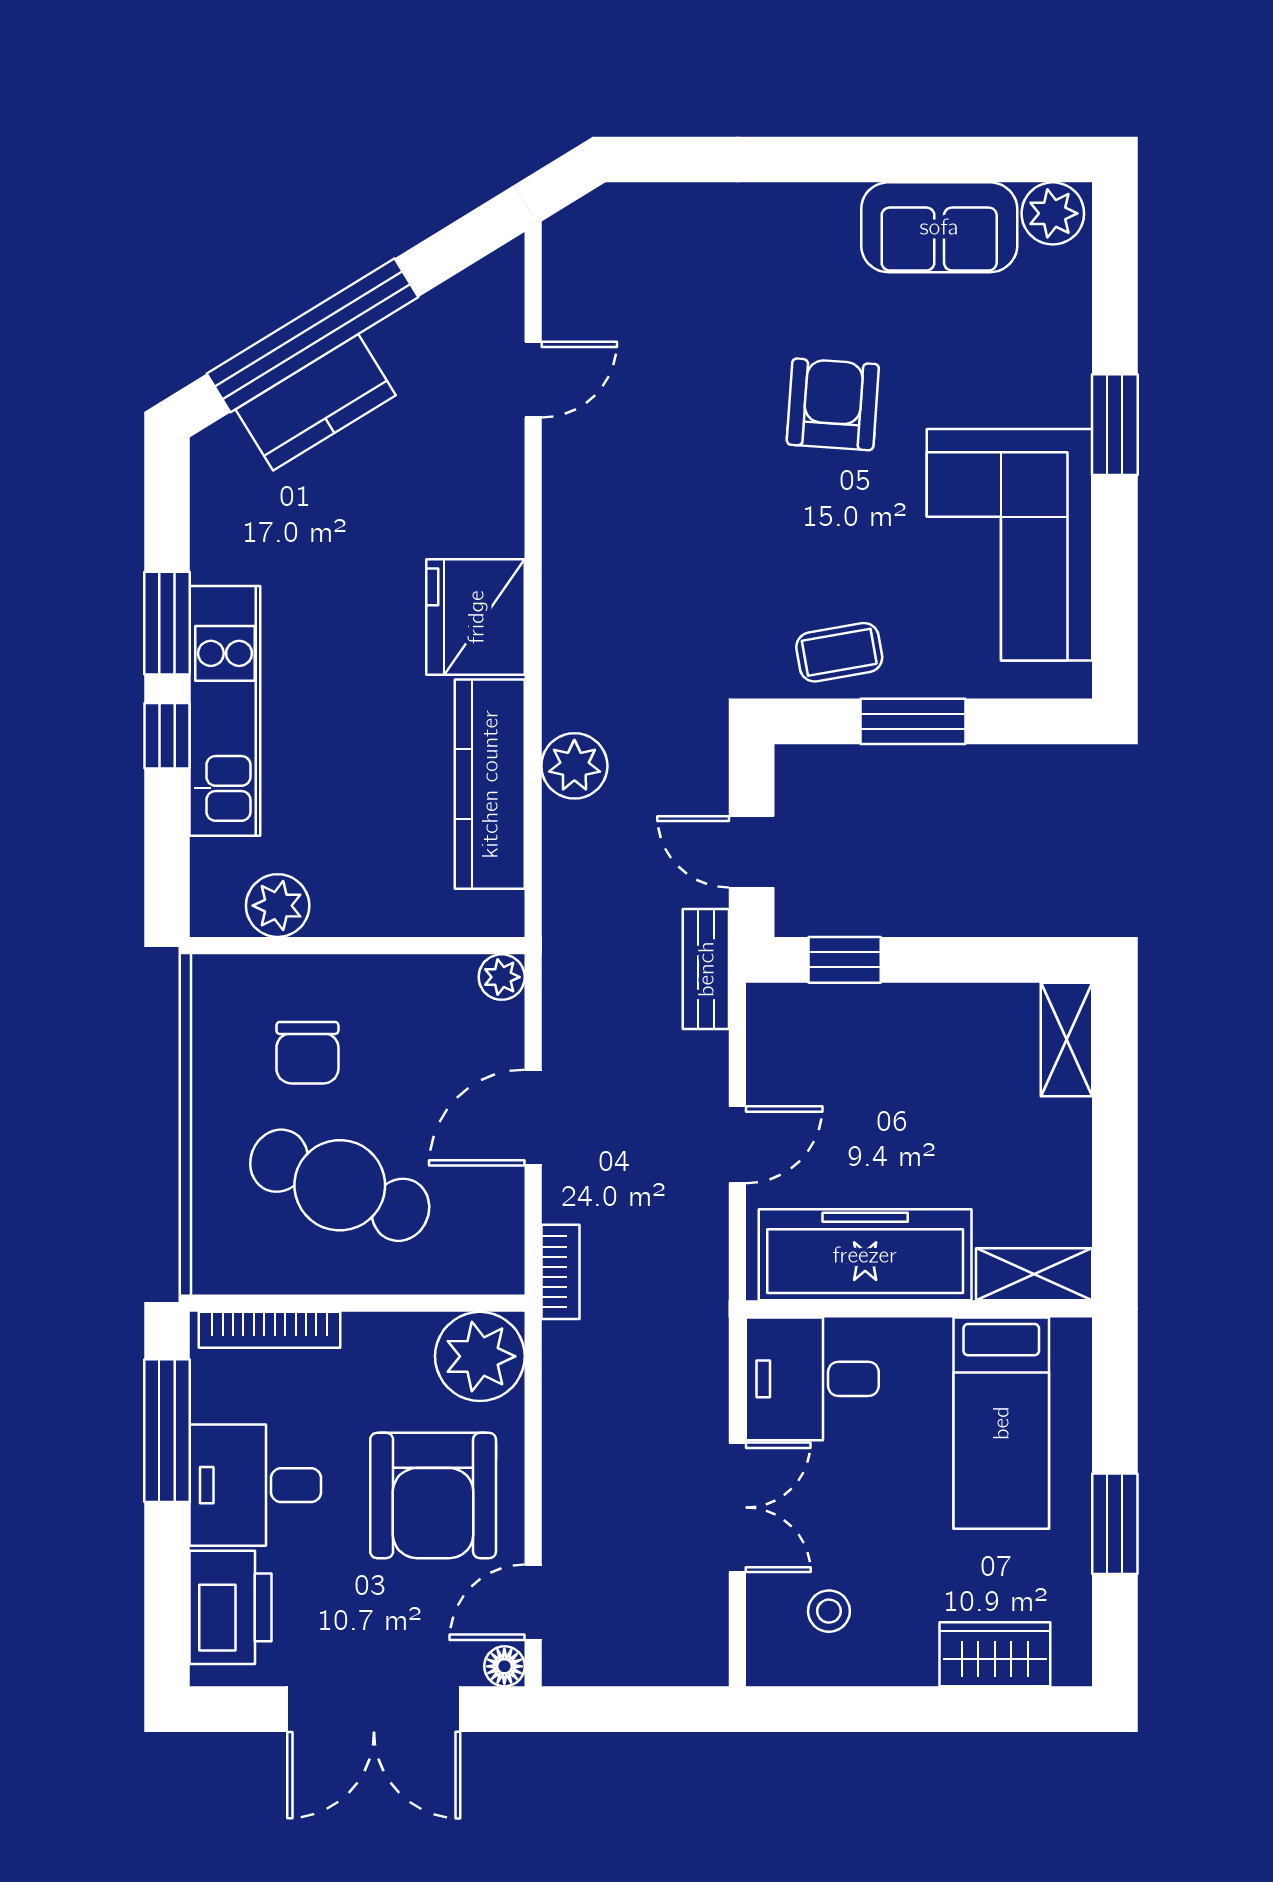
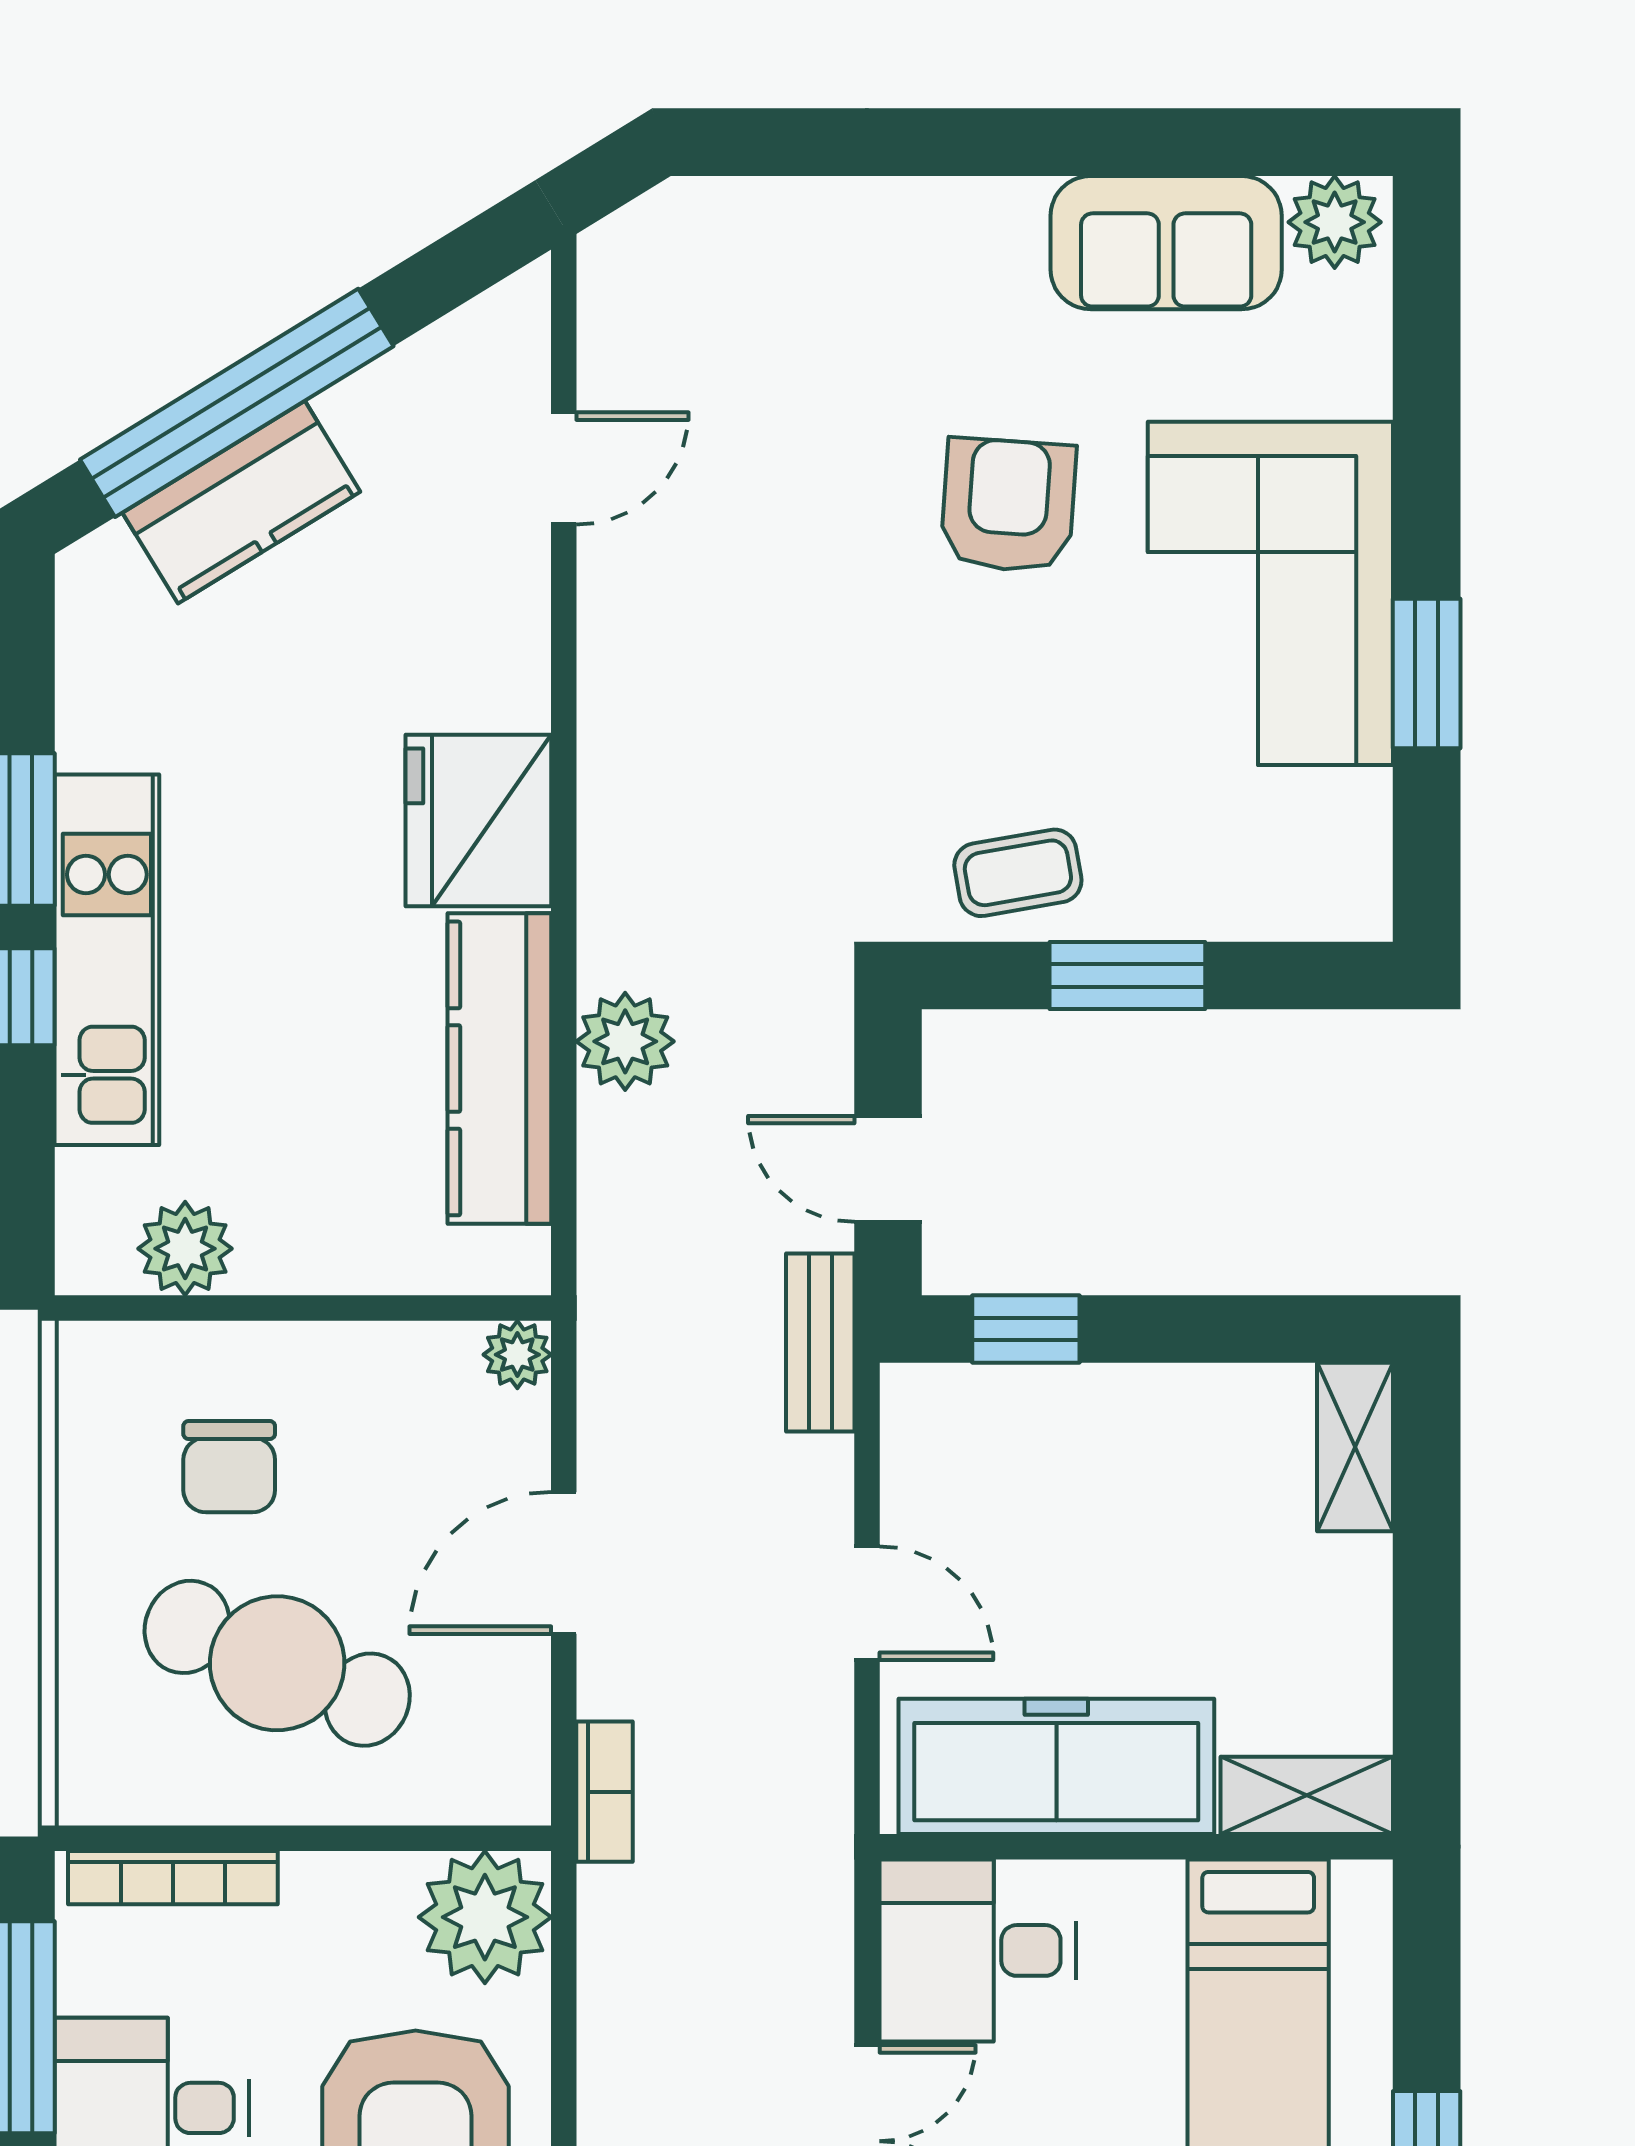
window: (1115, 425) -> (1427, 673), moved
corner sofa: (1009, 545) -> (1270, 593), moved
door: (737, 1145) -> (867, 1603), hinge flipped

